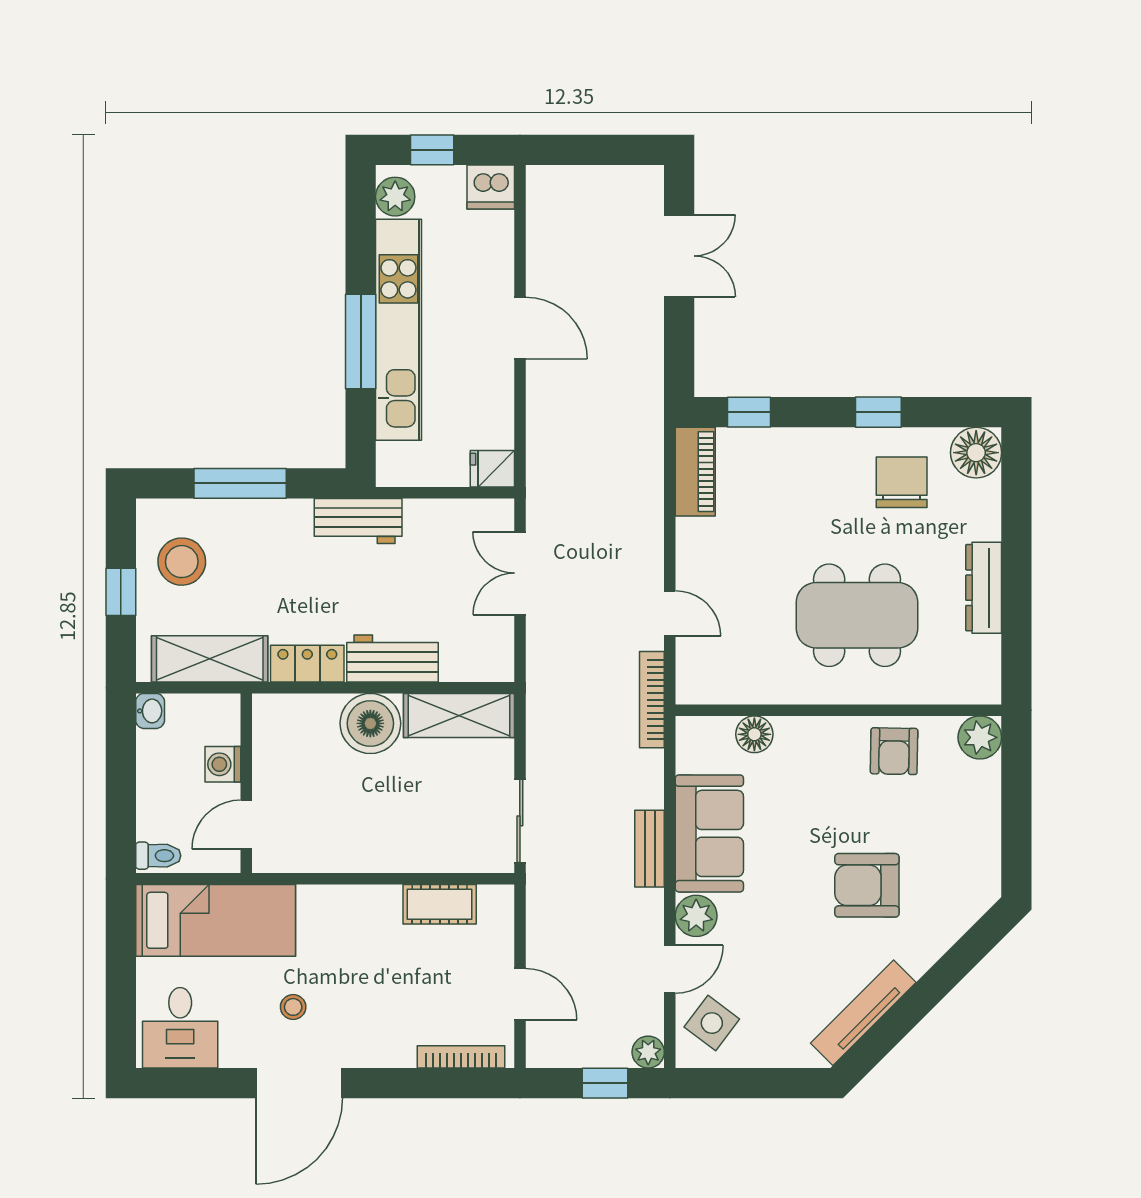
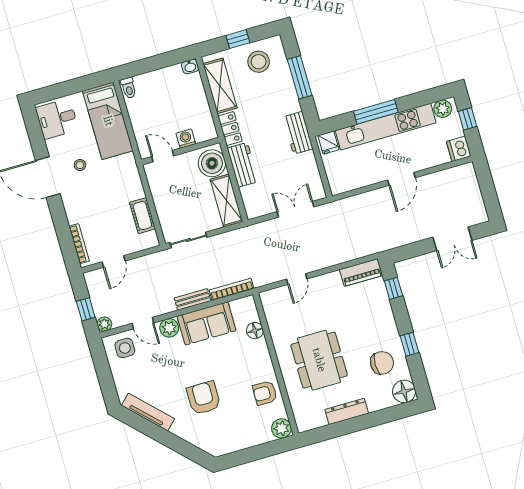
fridge: (492, 469) -> (328, 143), moved, turned 180
bookcase: (652, 700) -> (232, 289), moved
washing machine: (223, 764) -> (186, 139), moved
wall: (246, 783) -> (181, 151), moved
door: (246, 825) -> (163, 156), moved
side table: (712, 1023) -> (125, 348), turned -37

